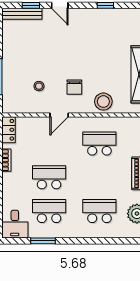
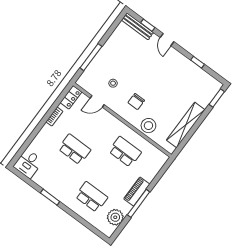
door: (59, 115) -> (97, 101), moved
school desk: (49, 211) -> (58, 172), removed
window: (43, 241) -> (50, 197), moved

